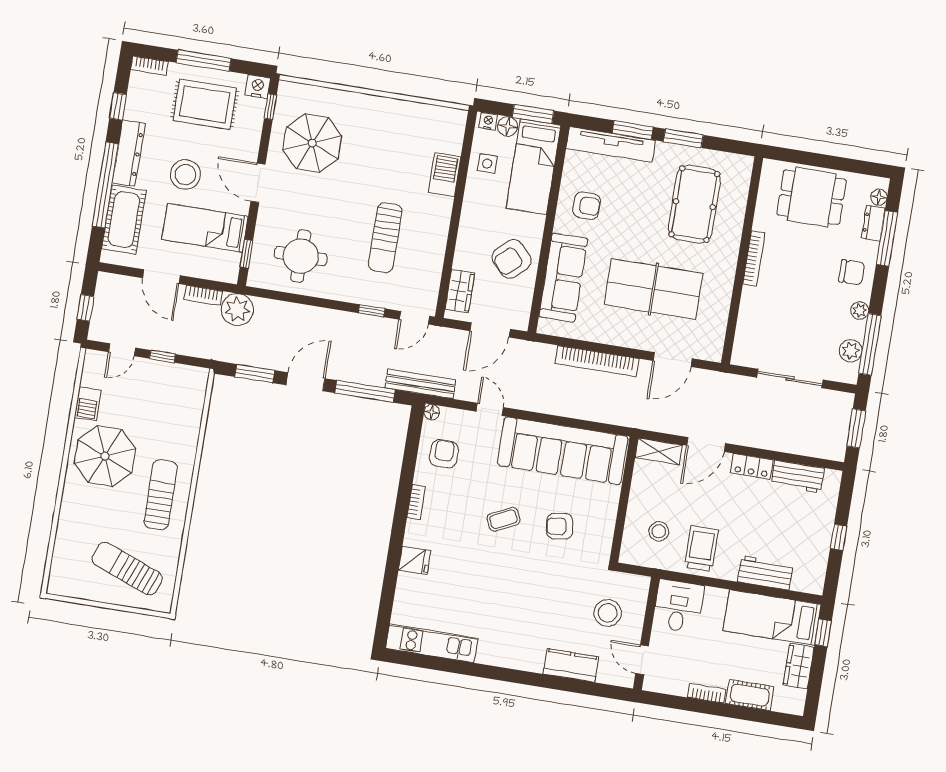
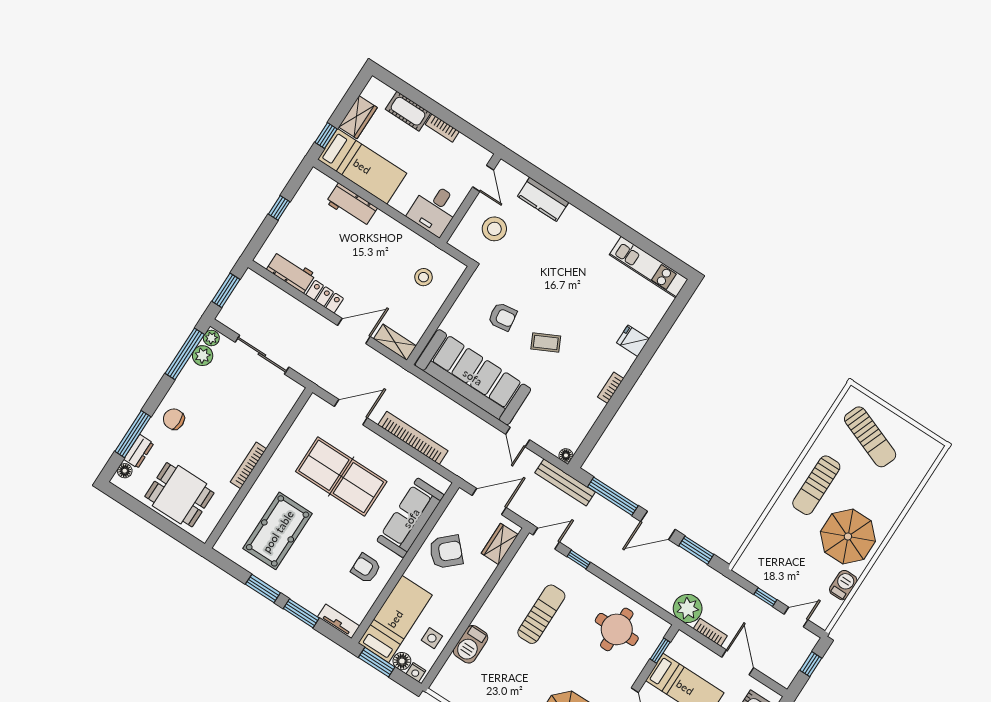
tv unit: (611, 145) -> (339, 621), width x0.52, depth x0.78
plant: (860, 310) -> (211, 338), moved
armchair: (444, 454) -> (571, 417), removed
trolley: (701, 549) -> (395, 248), removed

